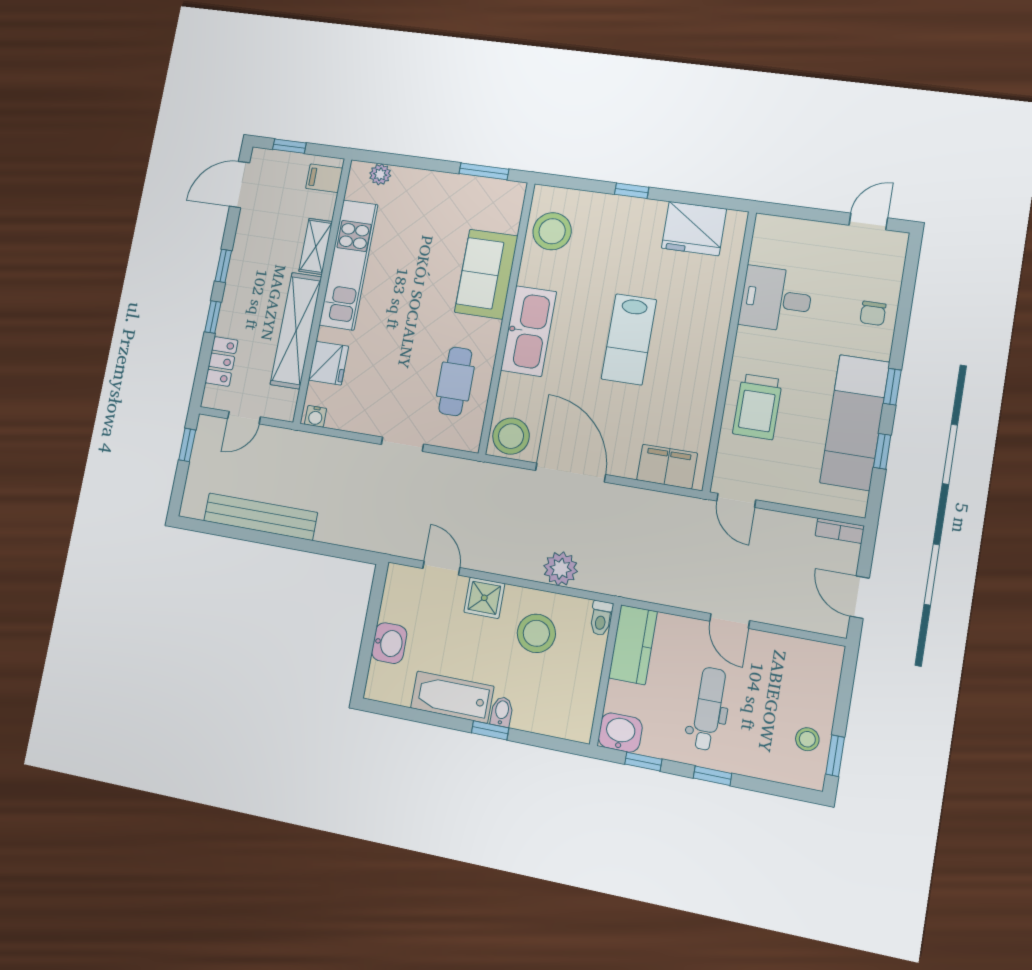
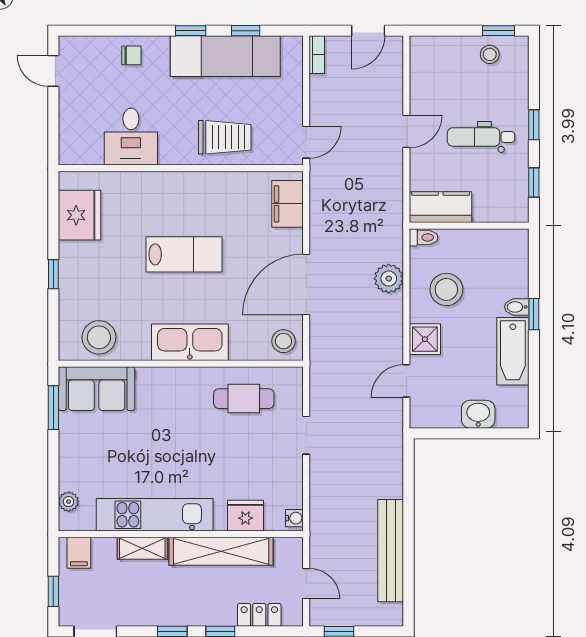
sofa: (486, 274) -> (97, 389), moved
stool: (511, 436) -> (283, 341), width x0.73, depth x0.73
washbasin: (620, 733) -> (514, 205), removed

